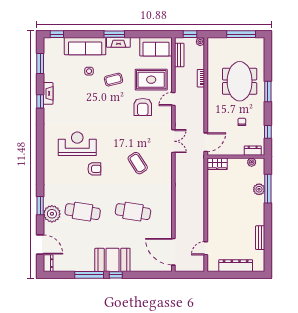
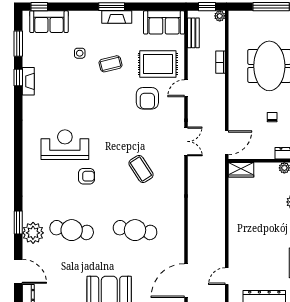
sofa: (85, 46) -> (49, 22), moved, width x0.73
window: (40, 101) -> (18, 78), moved
door: (173, 252) -> (186, 281), hinge flipped

